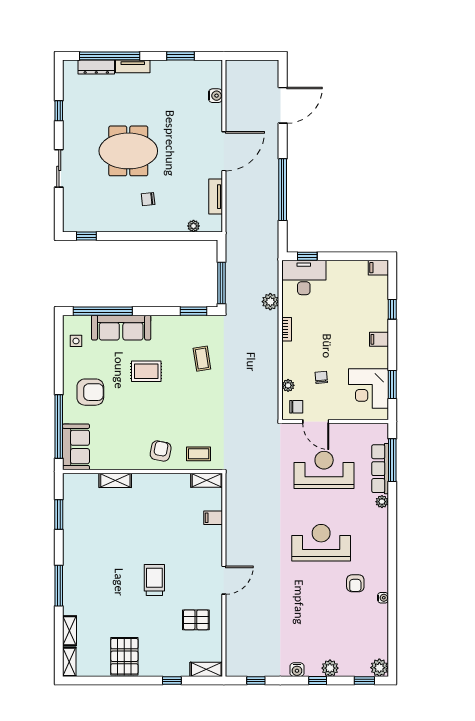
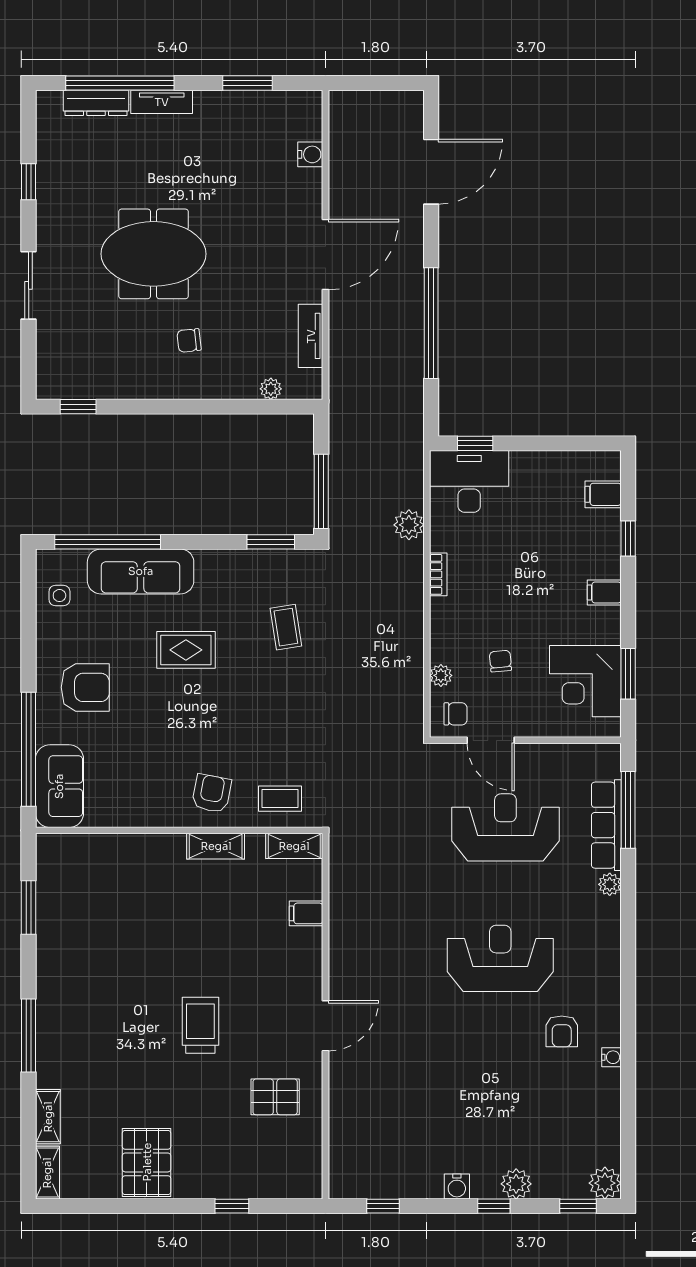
filing cabinet: (378, 268) -> (603, 494), moved
shelving: (115, 480) -> (216, 846), moved
shelving: (206, 669) -> (294, 1186), removed

